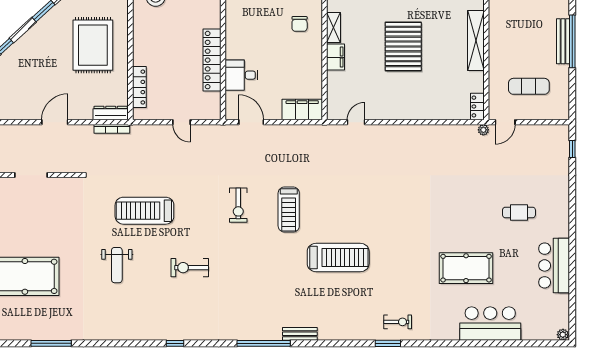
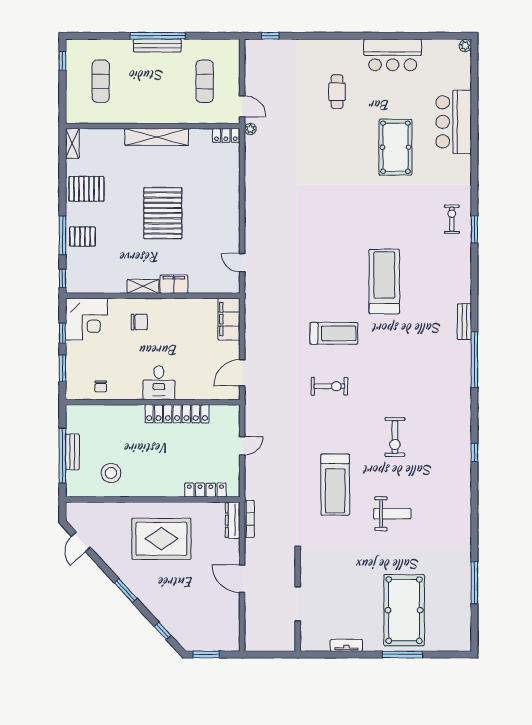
pallet: (403, 46) -> (163, 213), turned 90
desk: (242, 75) -> (159, 383), moved

